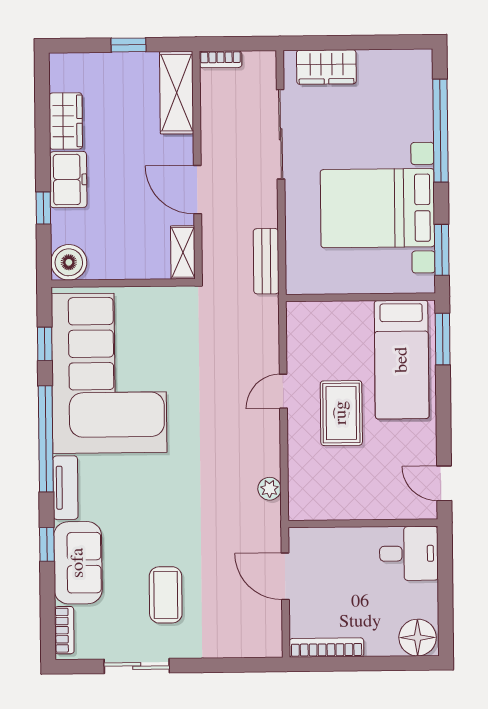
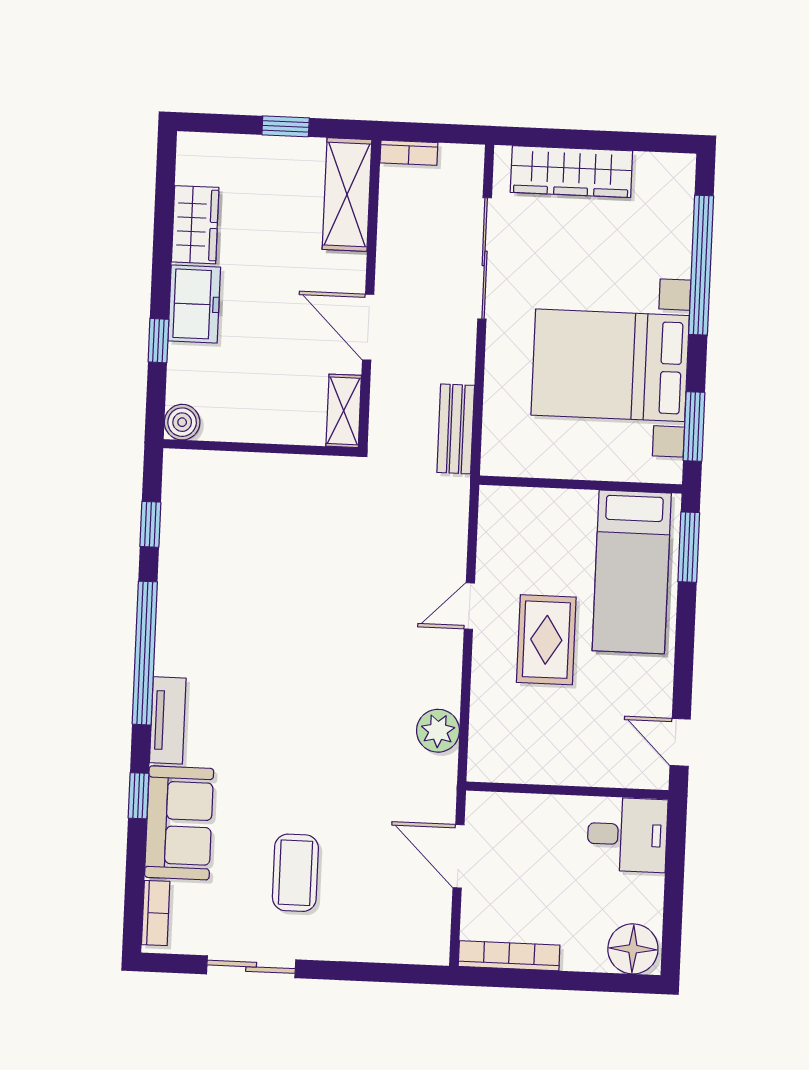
wardrobe: (326, 67) -> (571, 172), width x1.50
boiler: (69, 262) -> (182, 422), width x0.73, depth x0.73
corner sofa: (109, 373) -> (235, 569), removed
plant: (269, 489) -> (438, 731), width x1.38, depth x1.38

